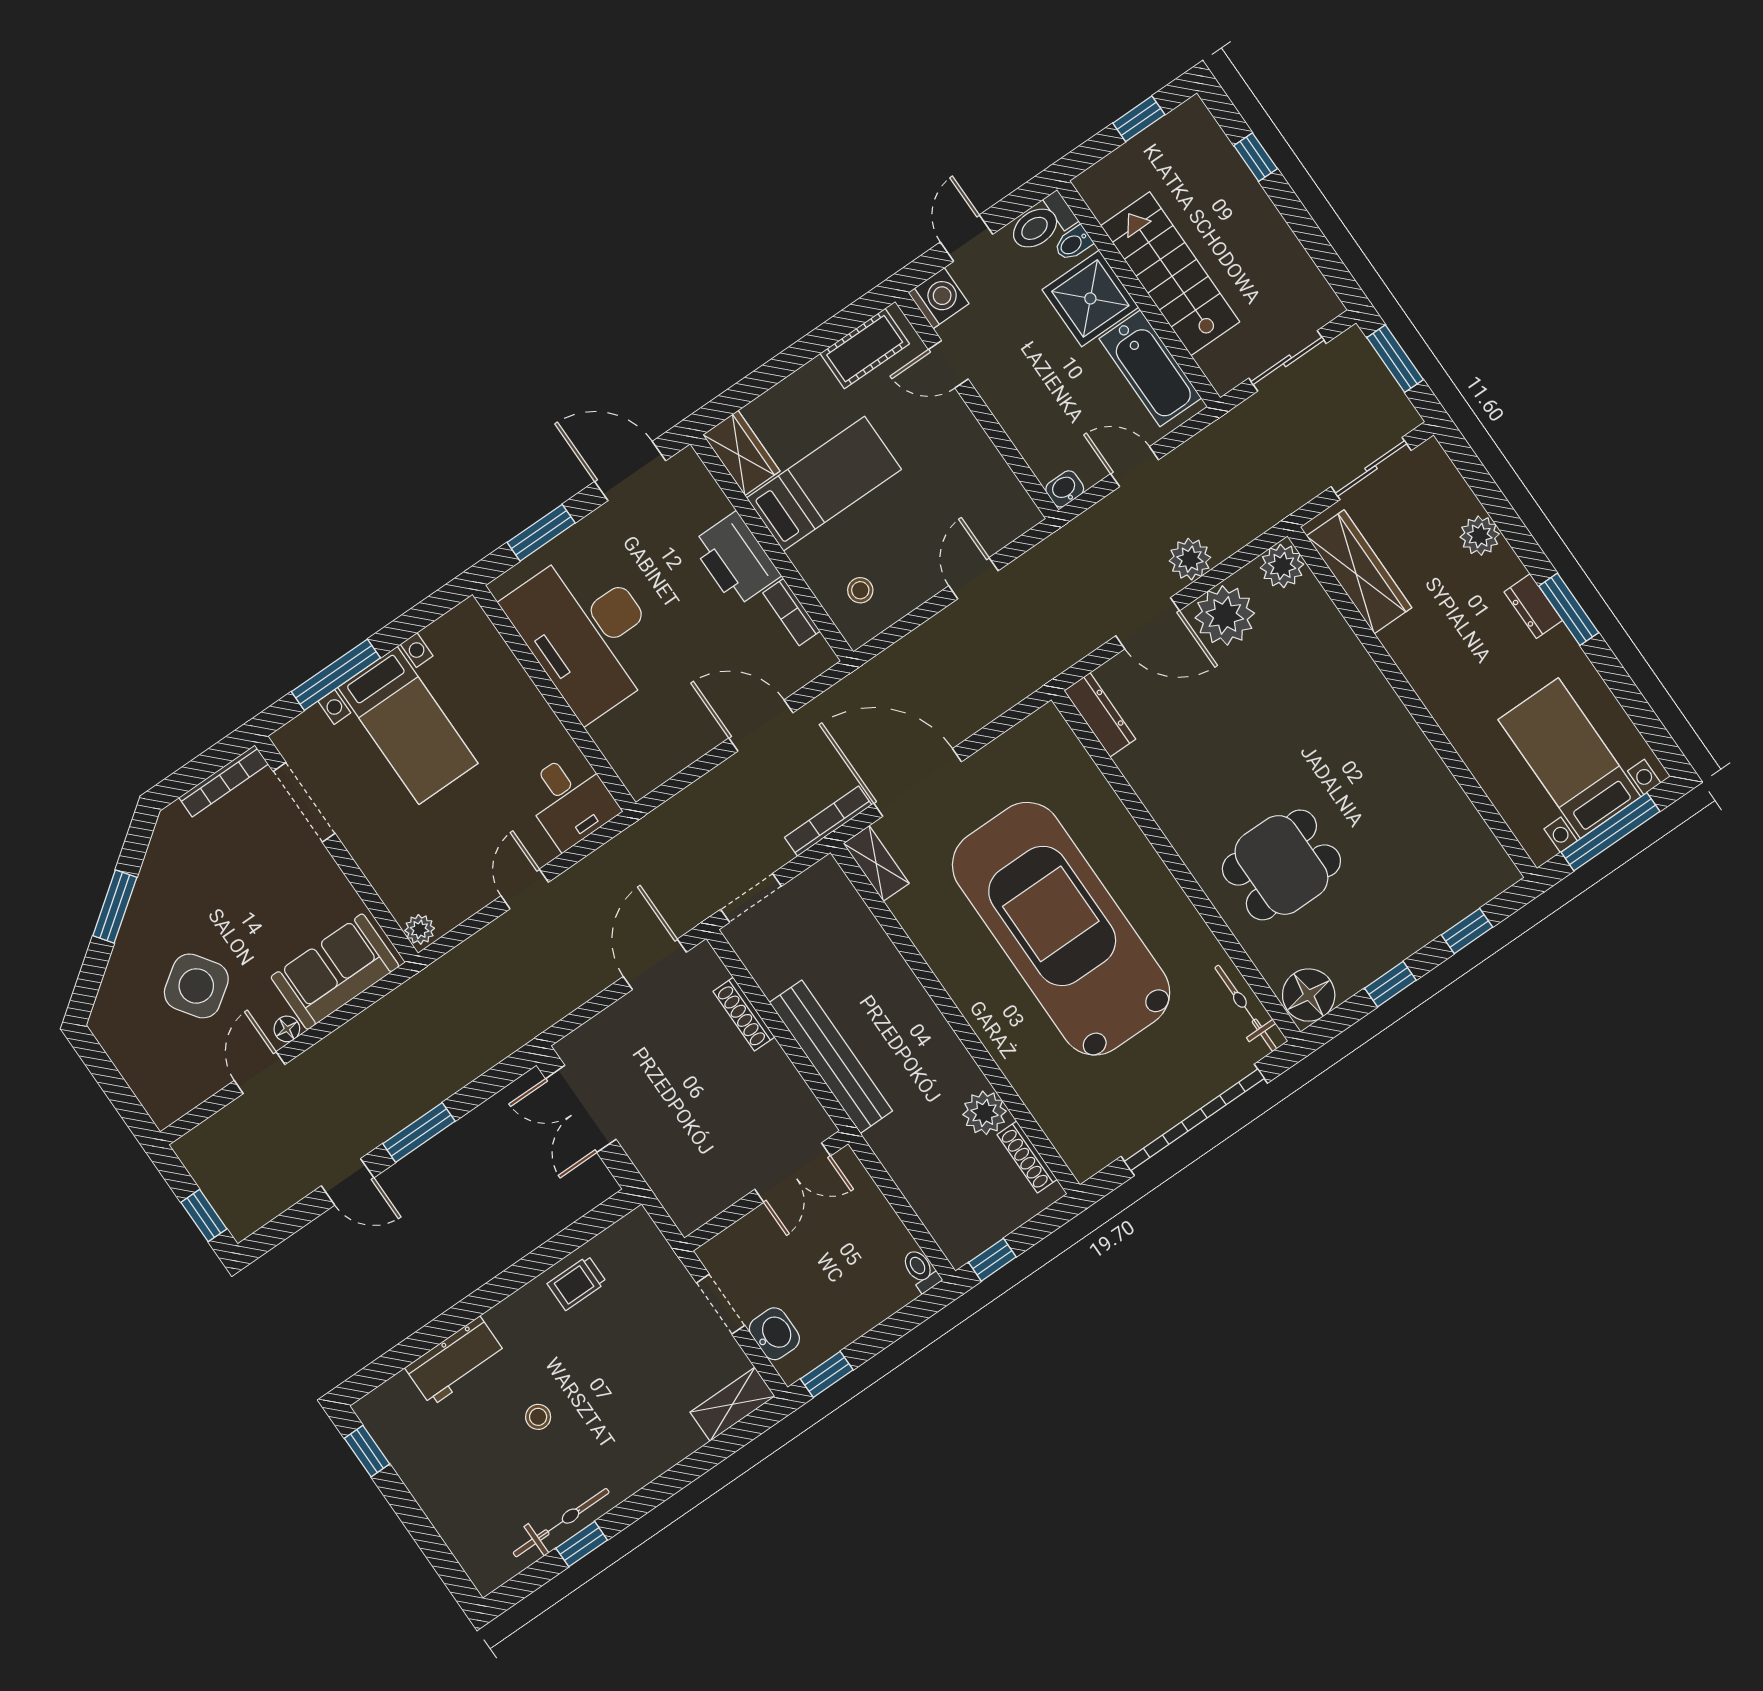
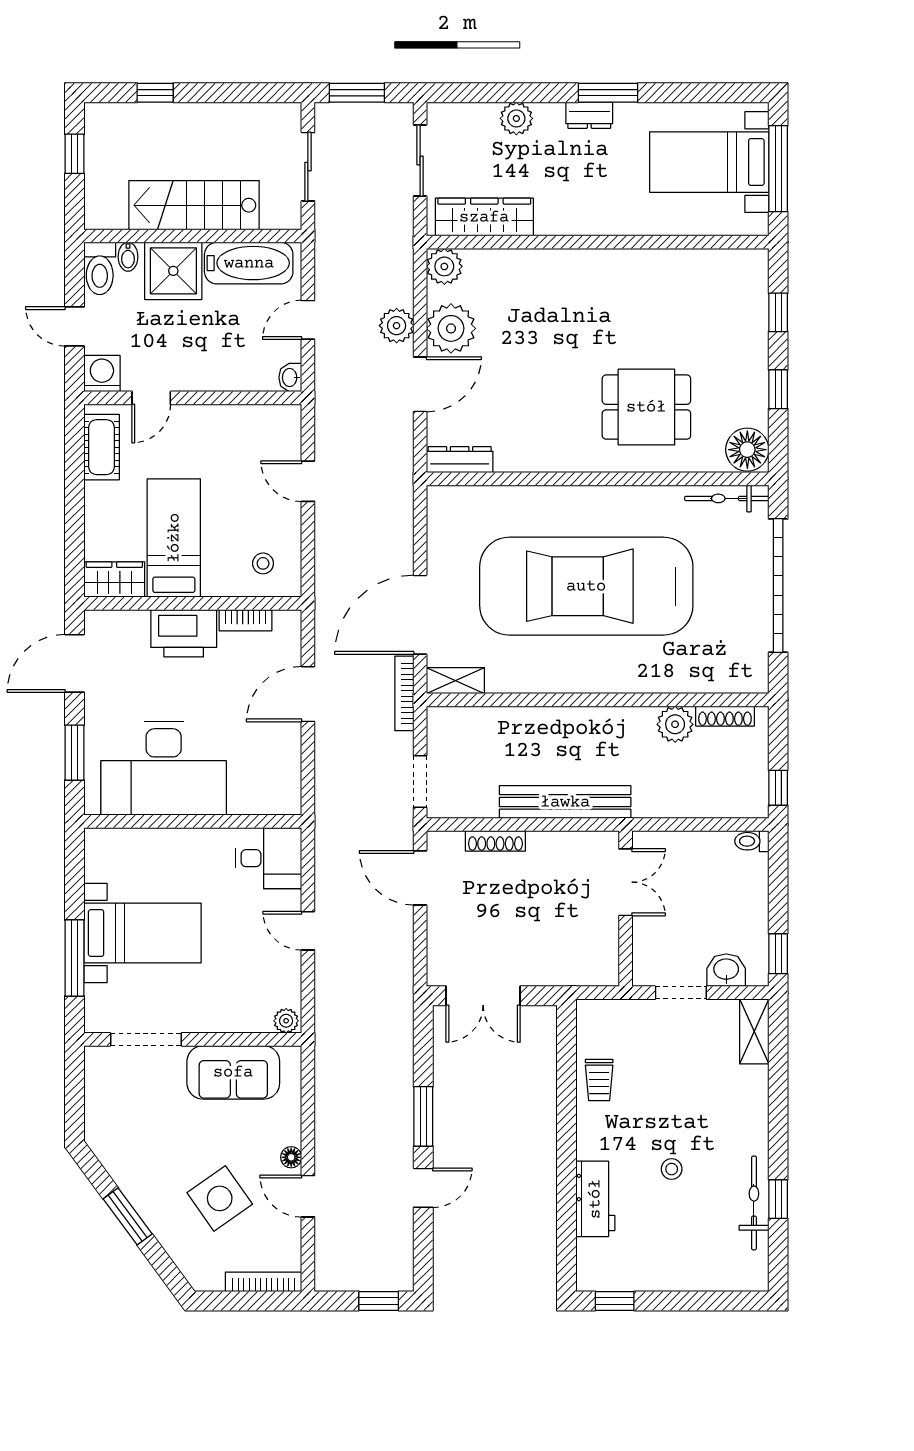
bookcase: (224, 781) -> (263, 1282), moved, turned -90
dining table: (1281, 865) -> (646, 407), turned 90
sofa: (335, 972) -> (233, 1072), moved, turned -90

